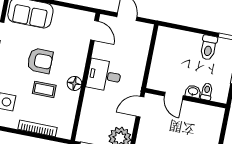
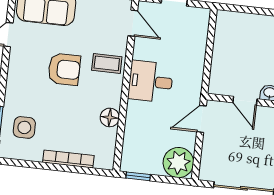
floor lamp: (74, 83) -> (110, 117), moved
coffee table: (44, 89) -> (107, 63), moved

